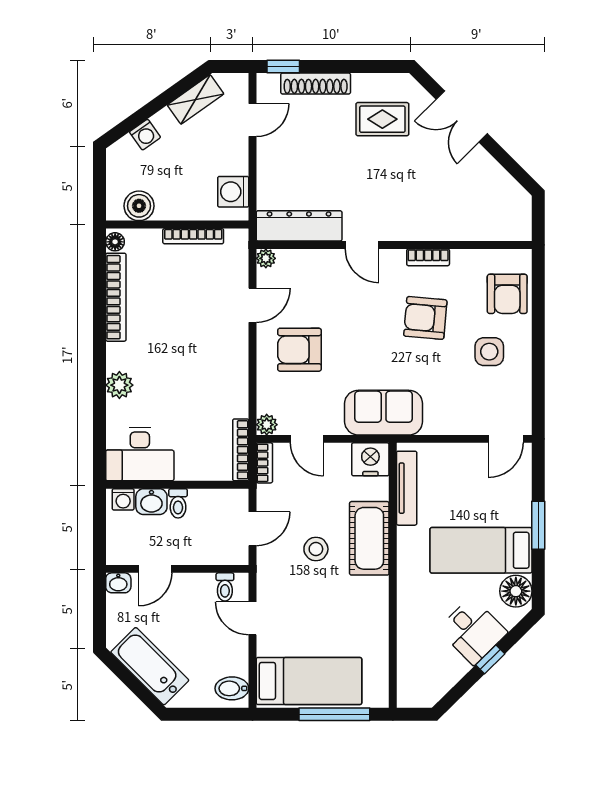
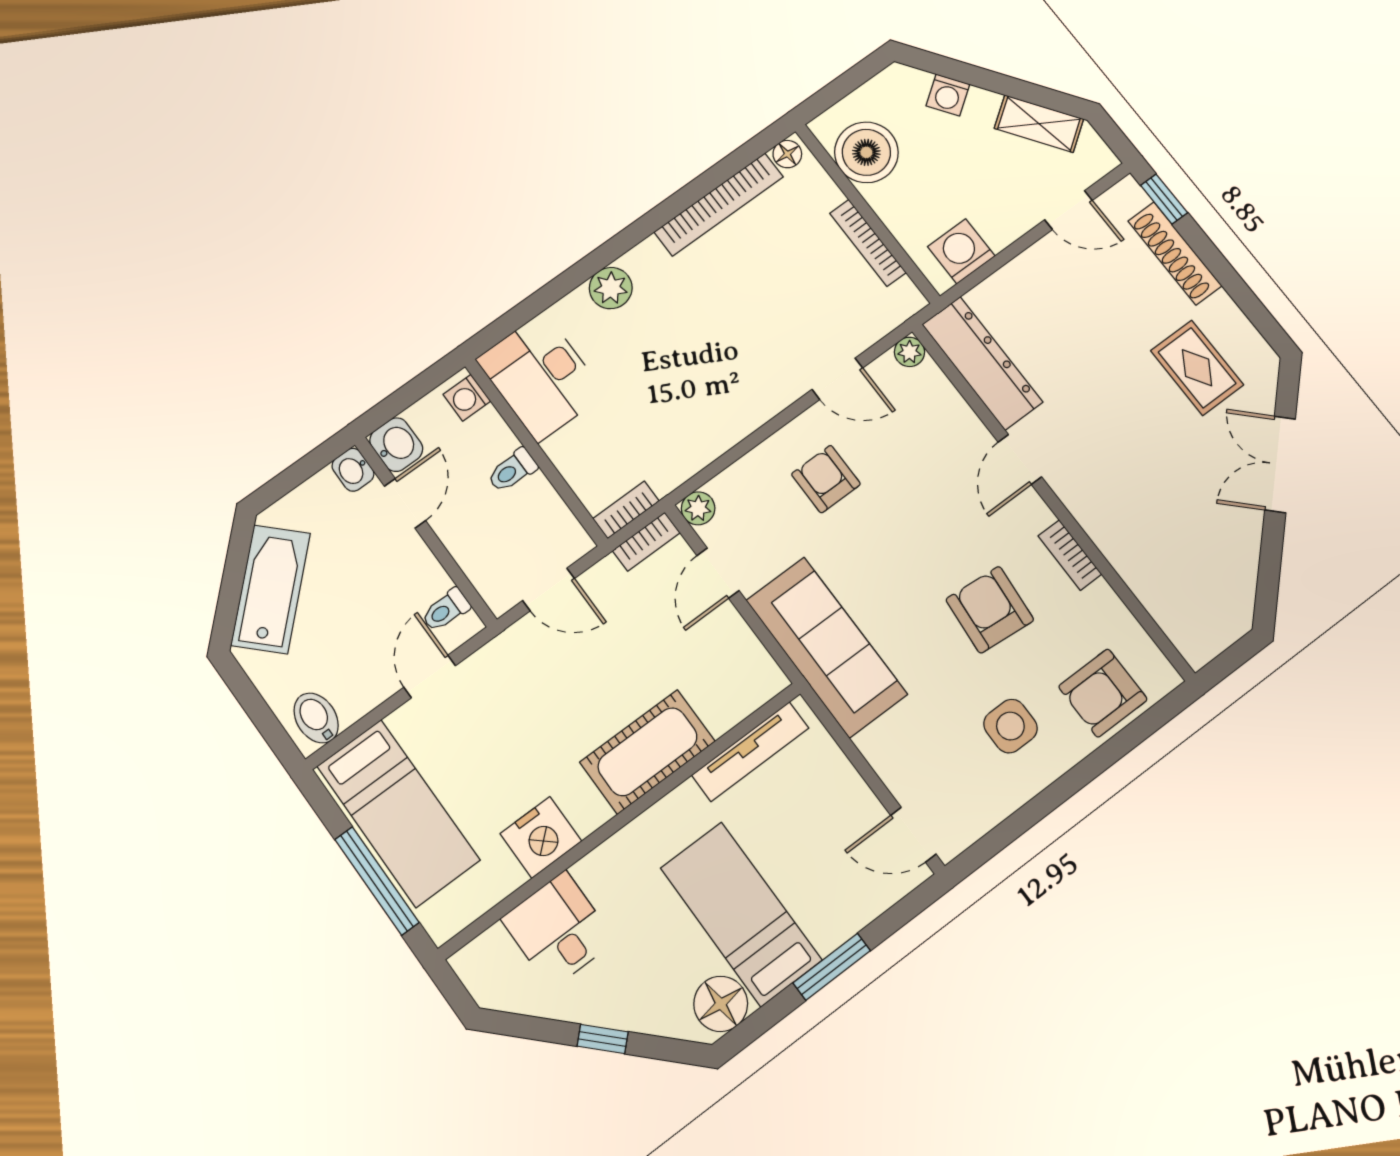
boiler: (139, 206) -> (866, 152), width x1.37, depth x1.37
armchair: (299, 350) -> (826, 479), width x0.72, depth x0.72
sofa: (384, 413) -> (827, 647), width x1.36
bookcase: (241, 450) -> (626, 510), width x0.64
nightstand: (370, 459) -> (541, 837), moved, turned 90
washbasin: (151, 502) -> (396, 445), moved, turned 180
stool: (316, 549) -> (582, 692), removed
door: (155, 569) -> (405, 503), swing flipped
desk: (473, 631) -> (558, 930), moved, turned 135

